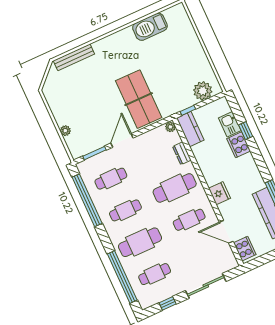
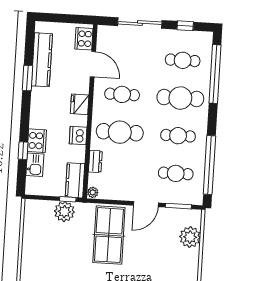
plant: (203, 91) -> (64, 212), moved
plant: (65, 131) -> (190, 237), width x1.87, depth x1.87
dishwasher: (207, 167) -> (78, 136), added

